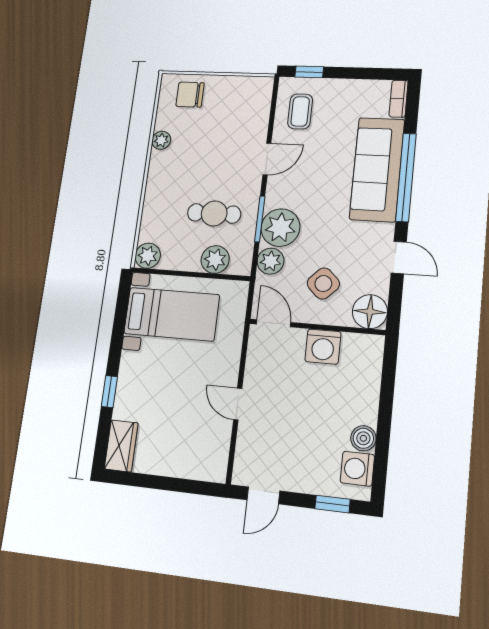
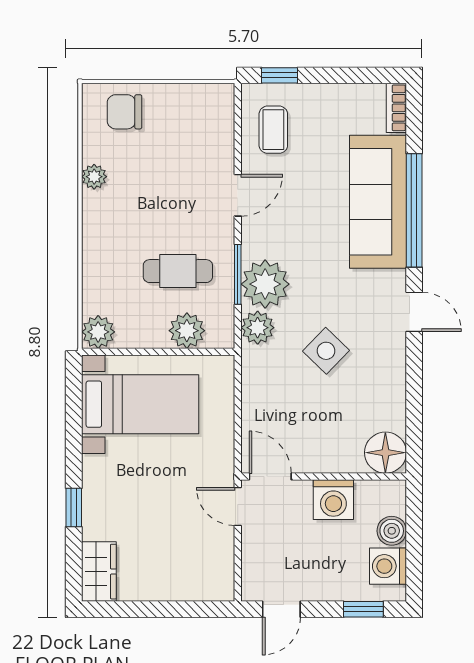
floor lamp: (370, 312) -> (385, 453), moved
door: (274, 323) -> (270, 477), moved
wall: (317, 327) -> (324, 477), moved
washing machine: (323, 347) -> (333, 500), moved

